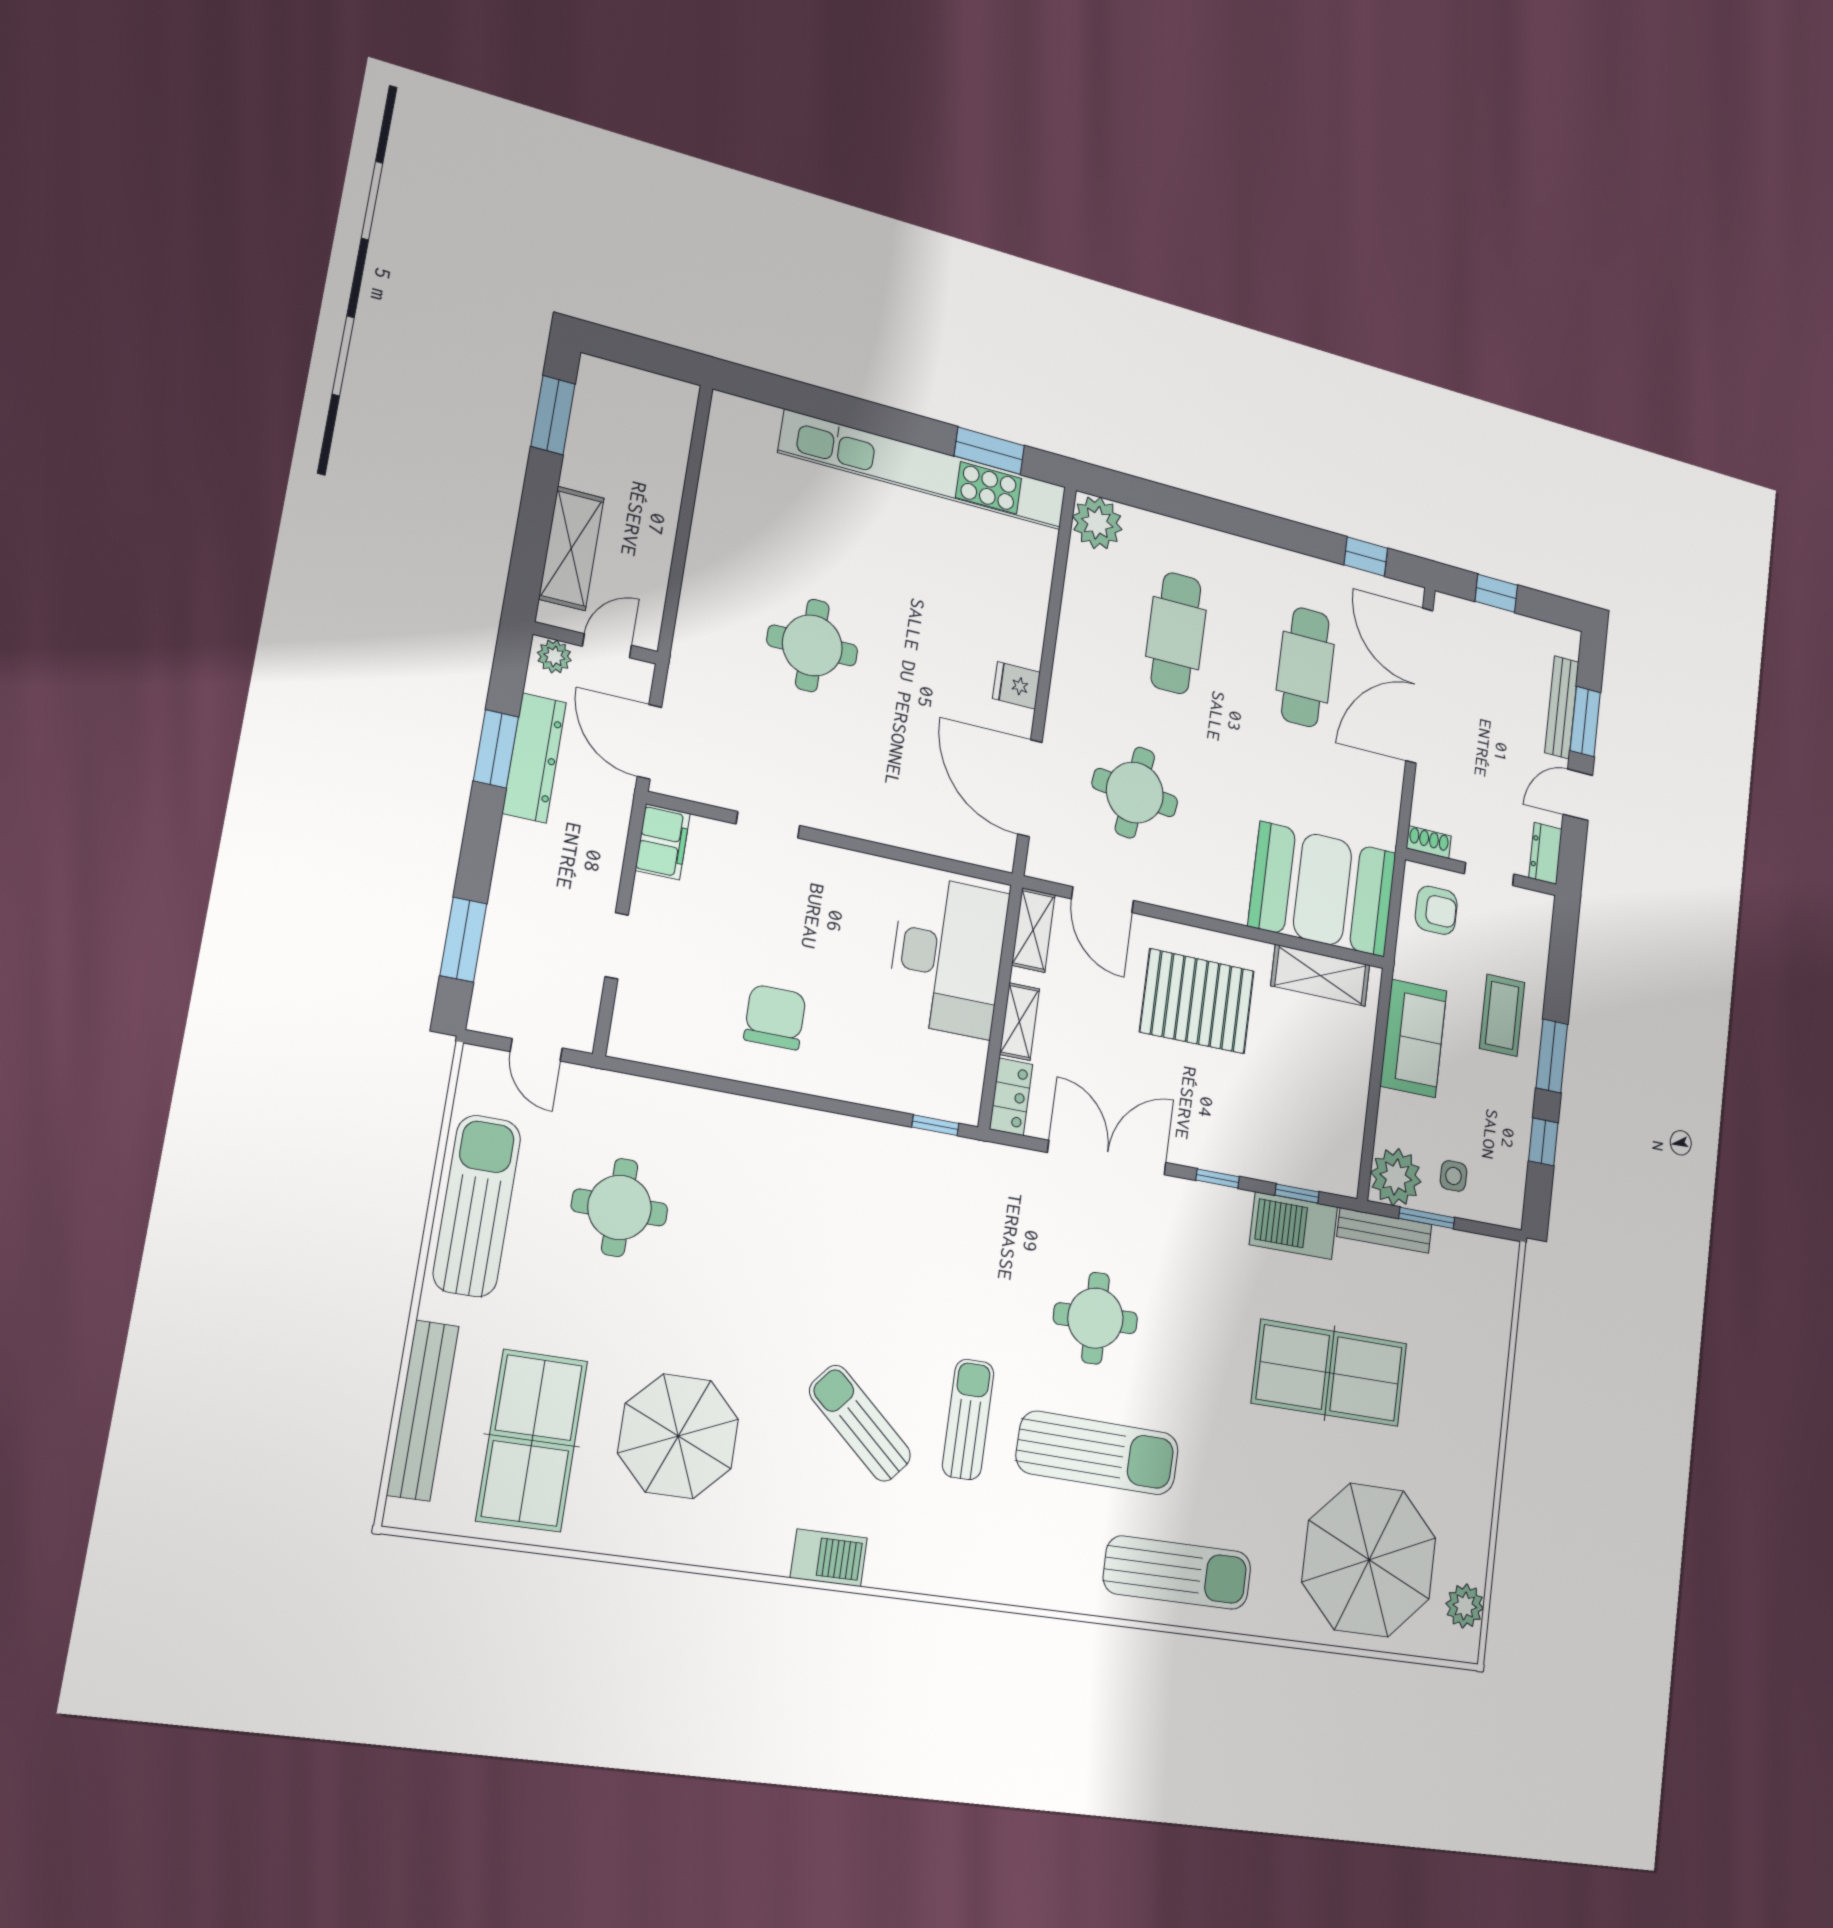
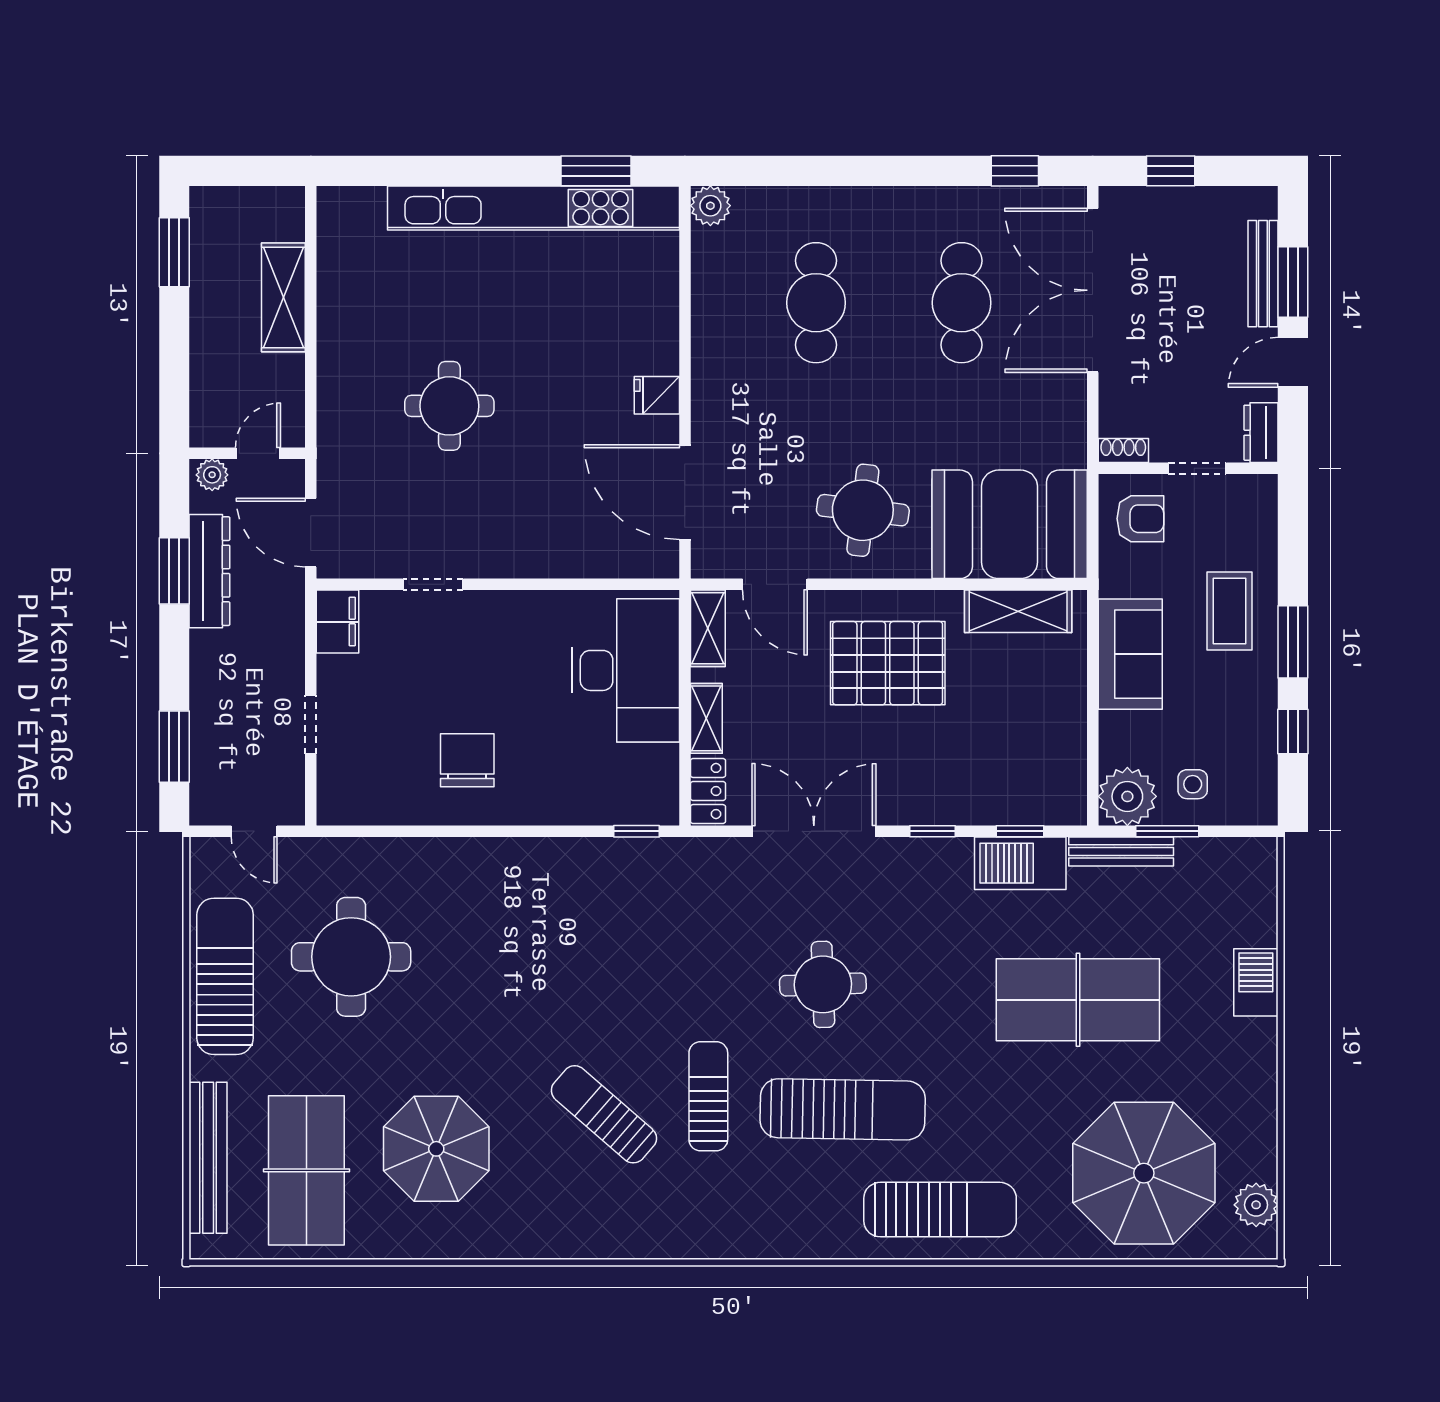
plant: (1097, 523) -> (710, 206), width x0.73, depth x0.73
shelving: (571, 548) -> (283, 297), moved
round table: (1135, 793) -> (863, 510), moved
round table: (620, 1207) -> (351, 957), width x1.36, depth x1.36
barbecue: (829, 1558) -> (1256, 982), moved, turned -90

